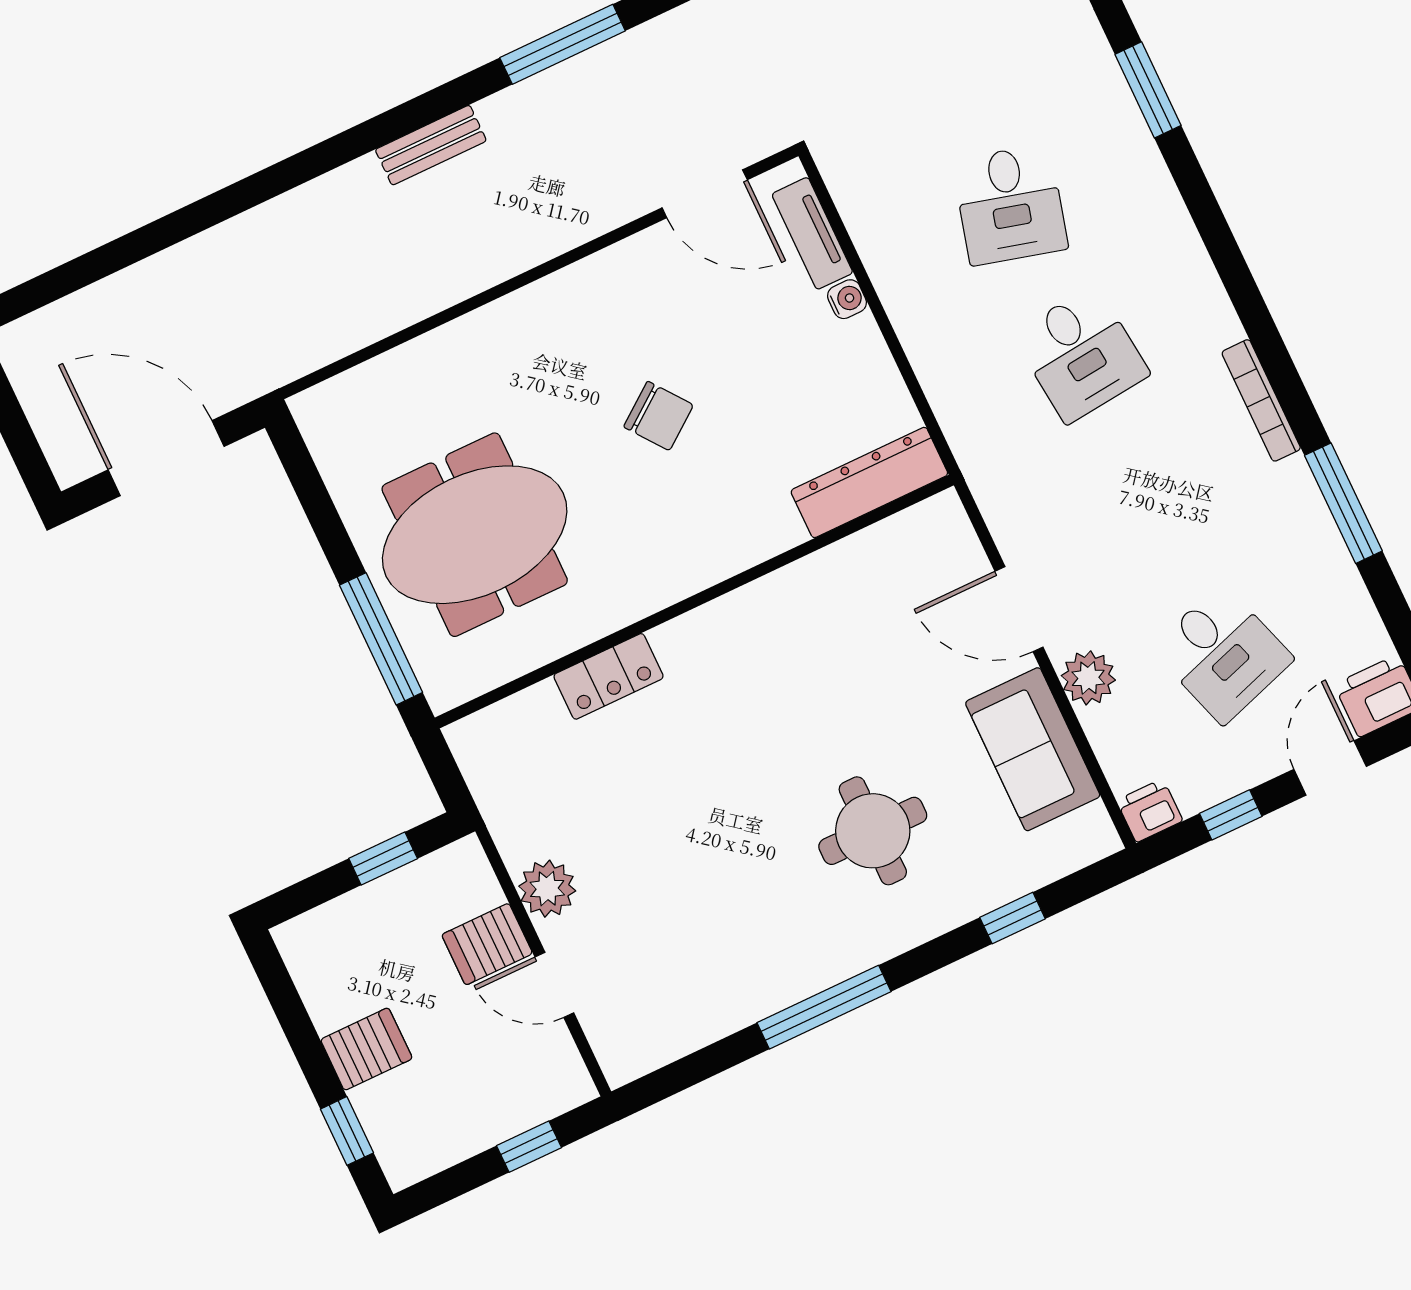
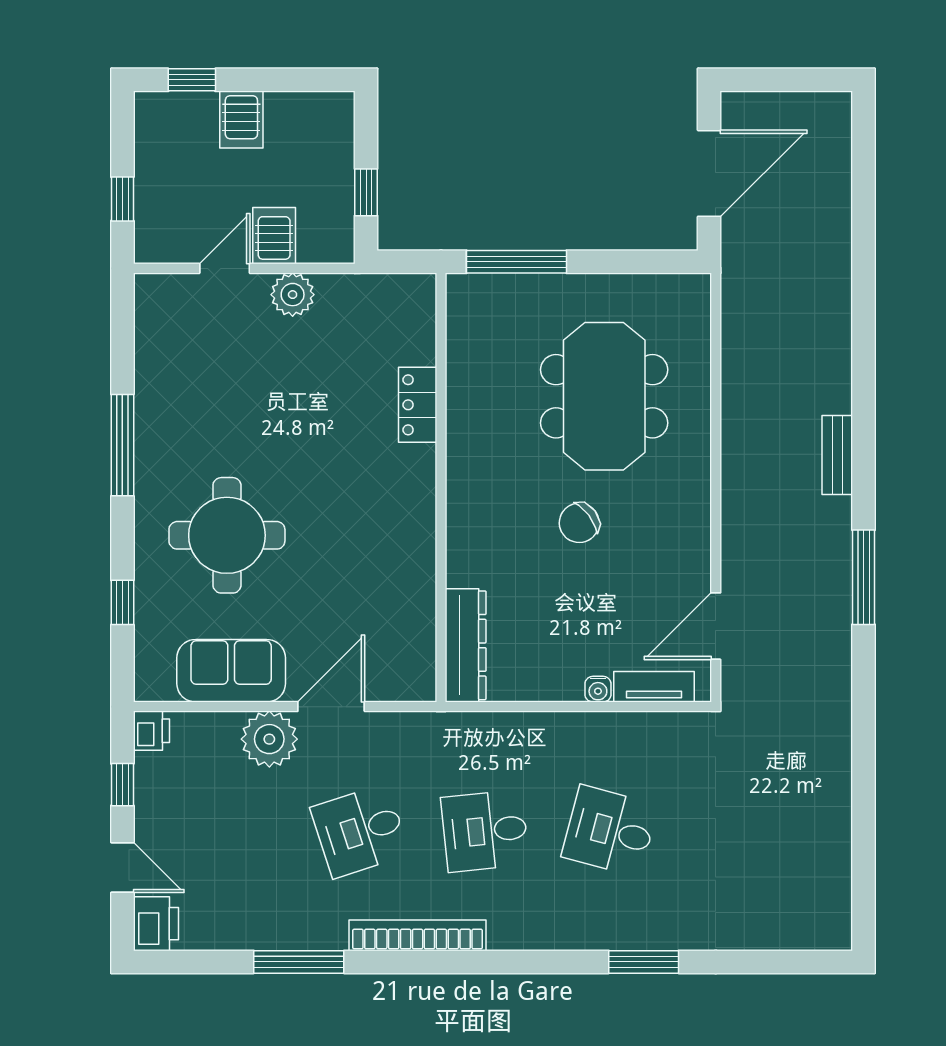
bookcase: (1261, 400) -> (418, 935), width x1.48, depth x1.31
meeting table: (475, 535) -> (604, 396), moved
desk: (1222, 654) -> (360, 831), moved
plant: (1088, 678) -> (269, 739), width x1.36, depth x1.36
round table: (873, 831) -> (227, 535), width x1.36, depth x1.36

